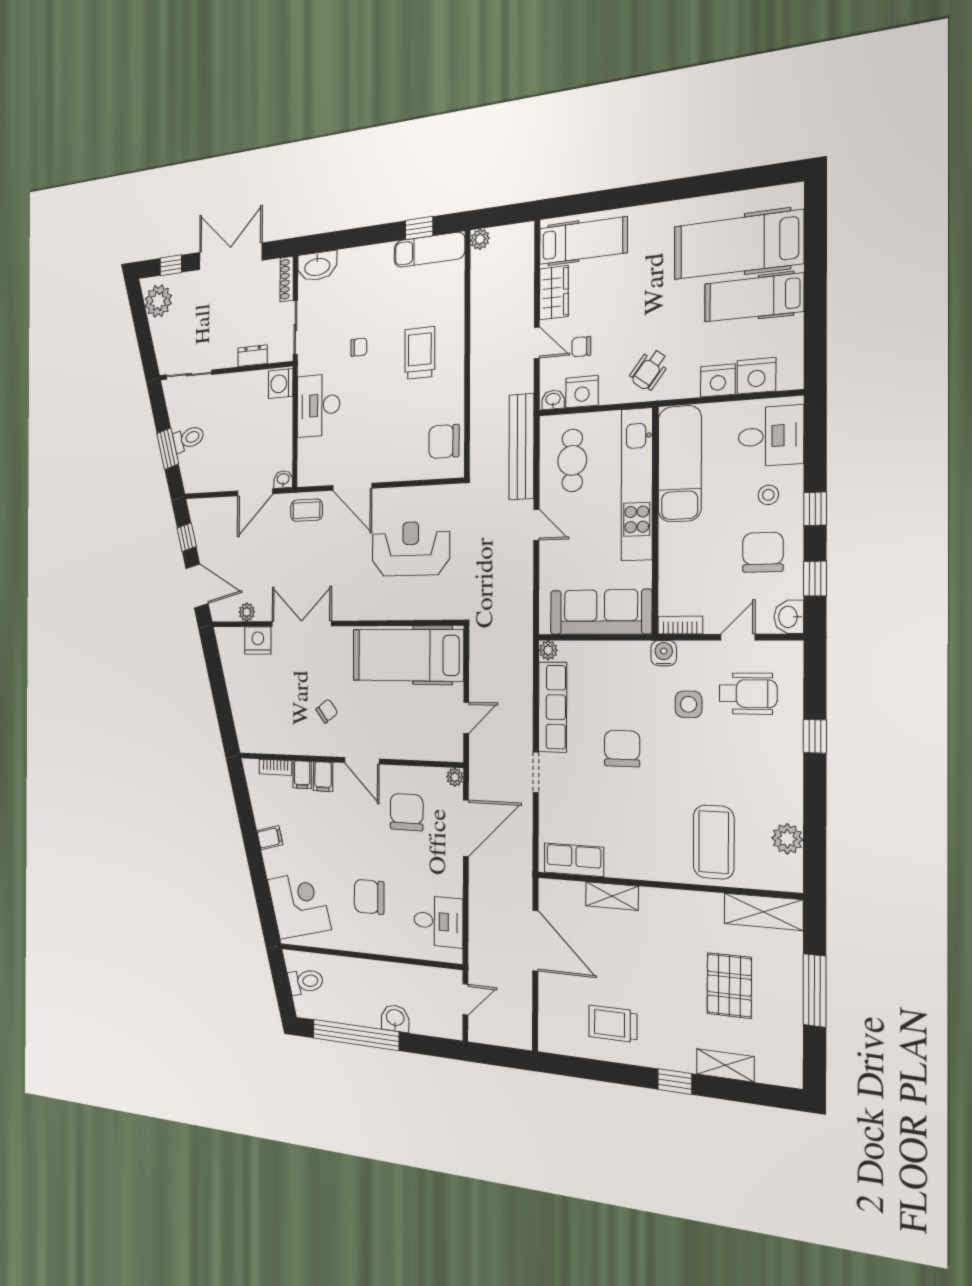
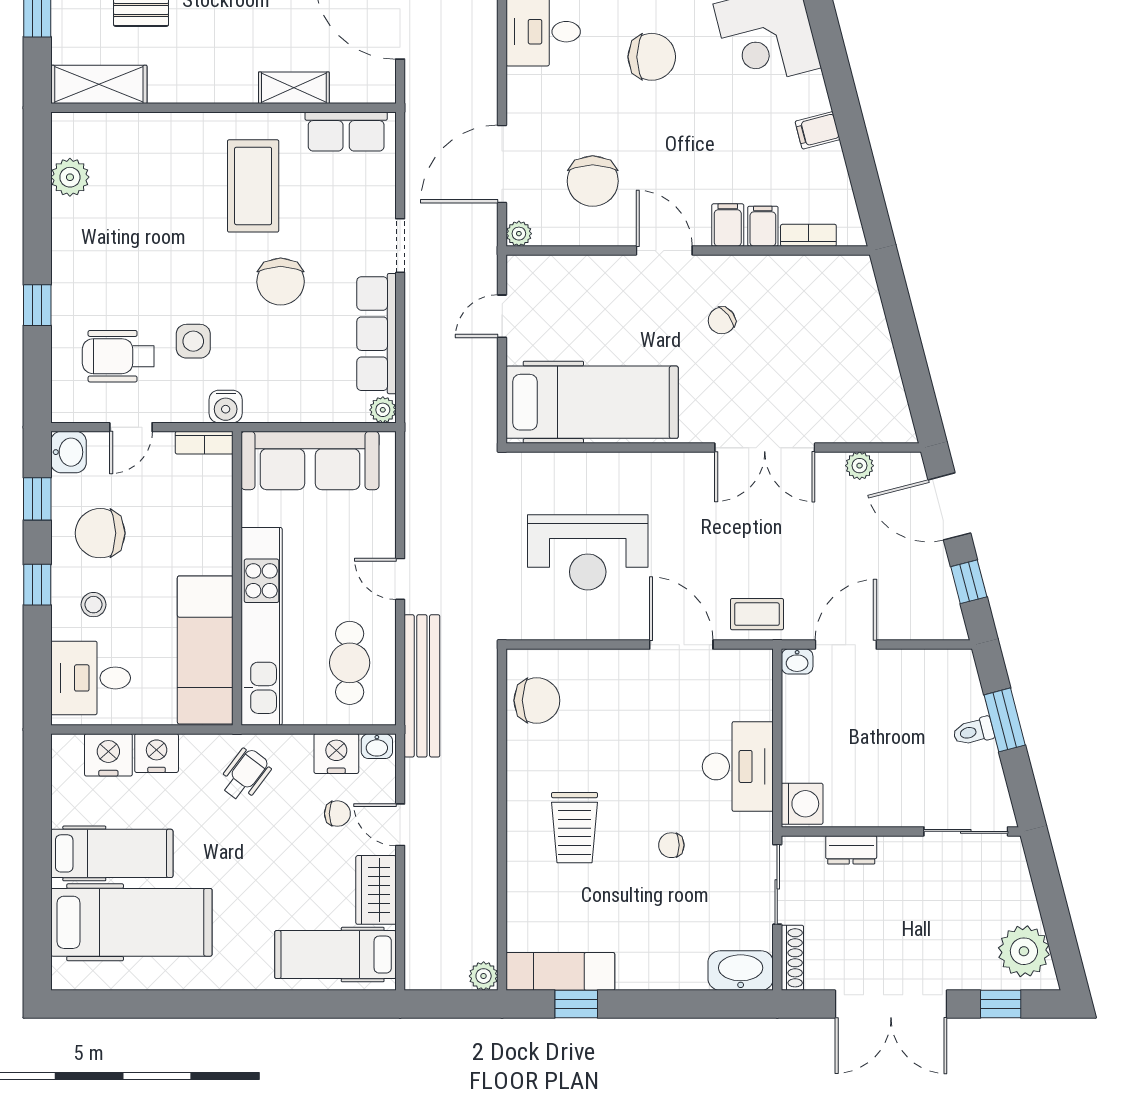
toilet: (188, 438) -> (973, 731), width x0.73, depth x0.72
chair: (763, 552) -> (100, 533), turned 90
nightstand: (258, 641) -> (840, 423), removed
coffee table: (714, 842) -> (253, 186), moved

